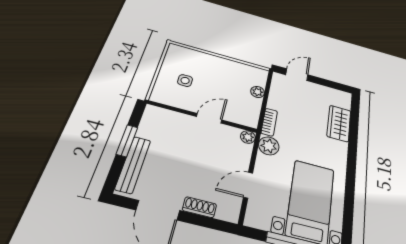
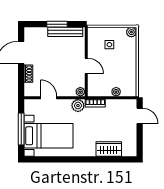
plant: (175, 50) -> (131, 32), added
bench: (133, 164) -> (65, 32), moved

